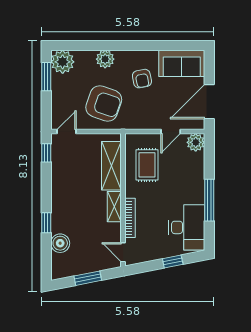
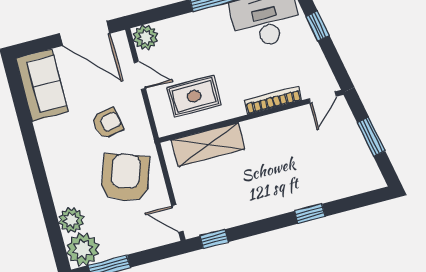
plant: (105, 59) -> (71, 220), moved
armchair: (142, 79) -> (107, 123), moved
shelving: (114, 207) -> (263, 126), removed
boiler: (60, 243) -> (333, 187), removed

